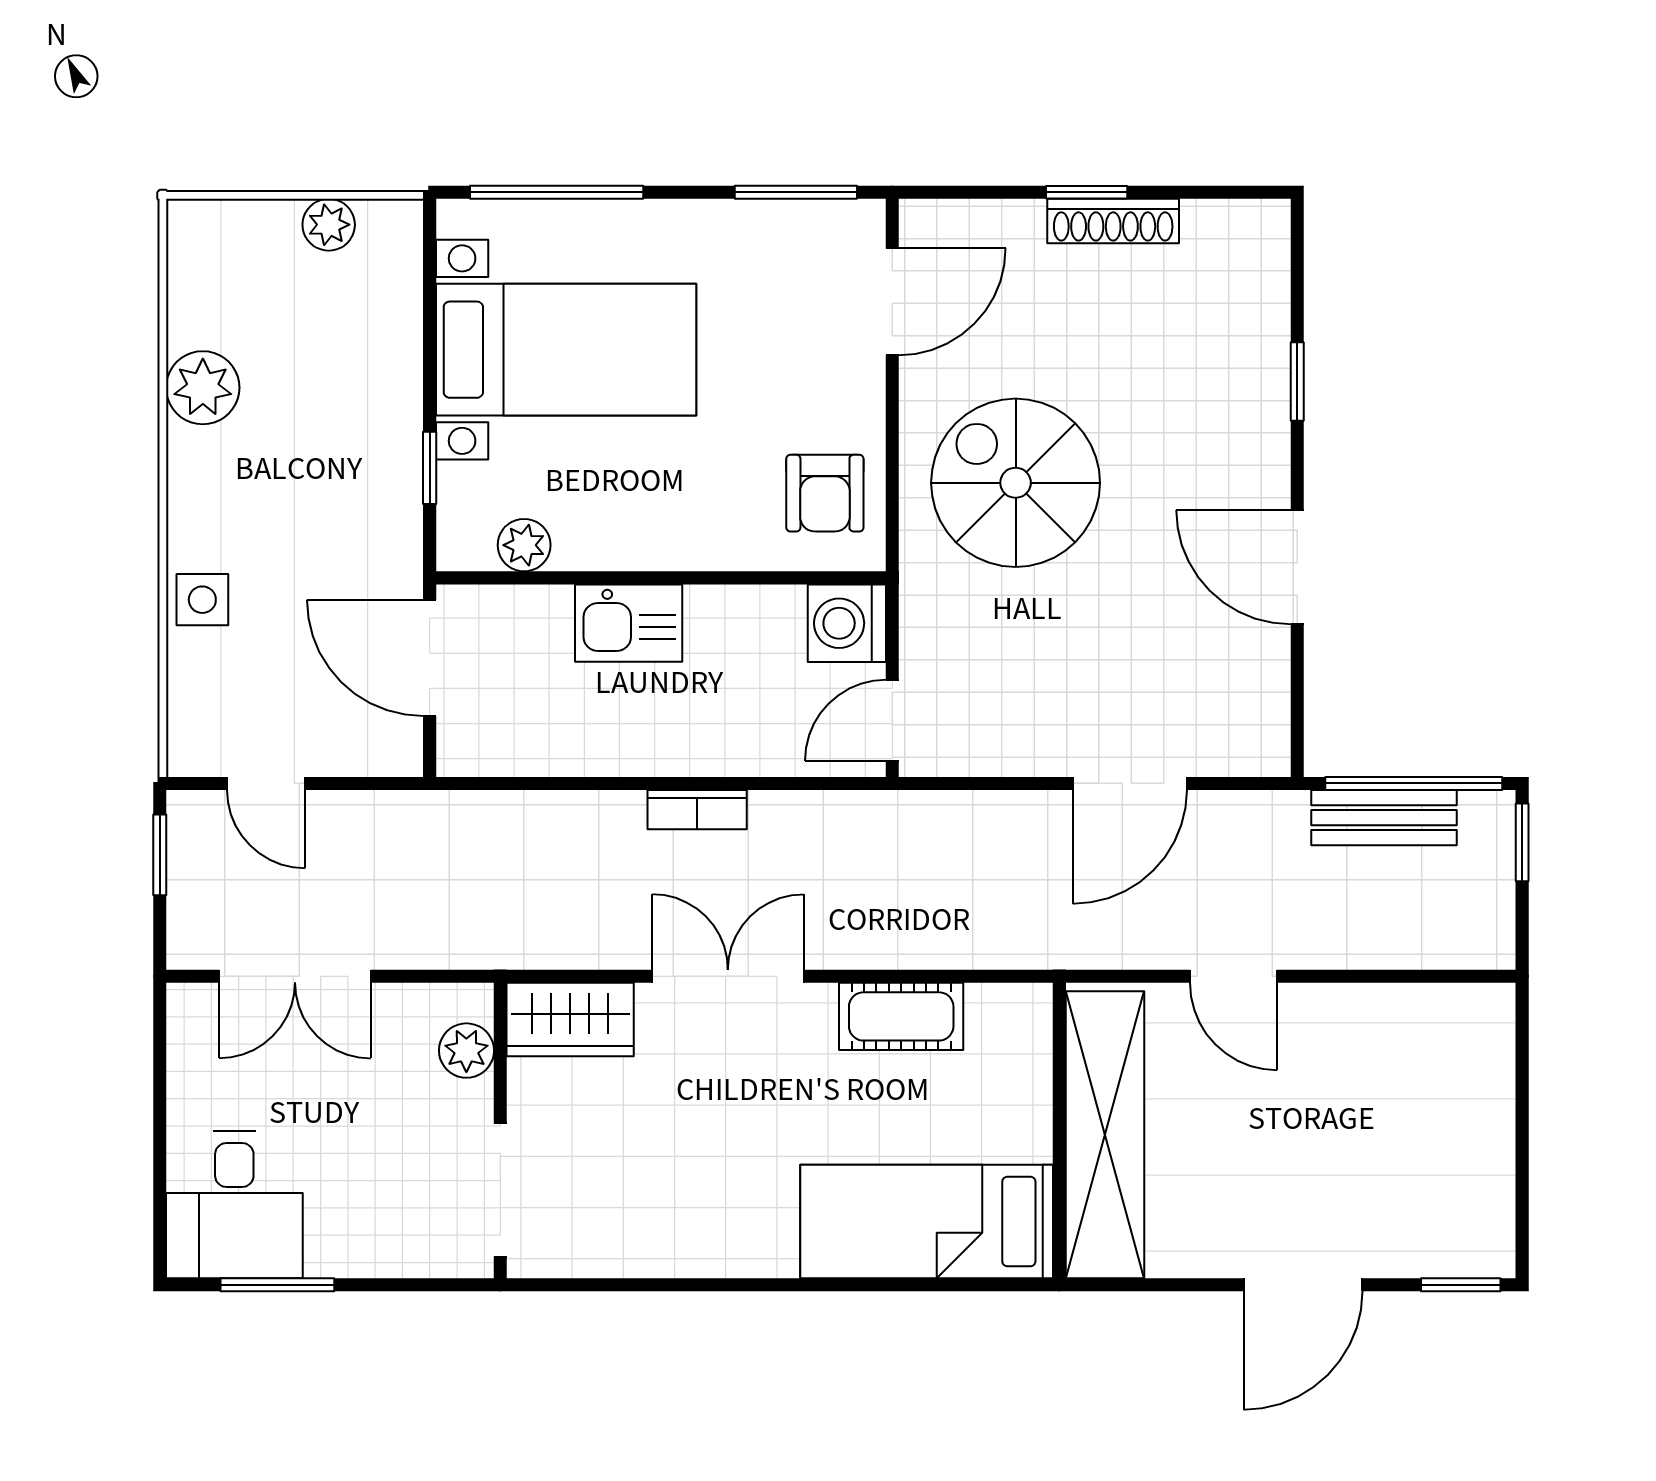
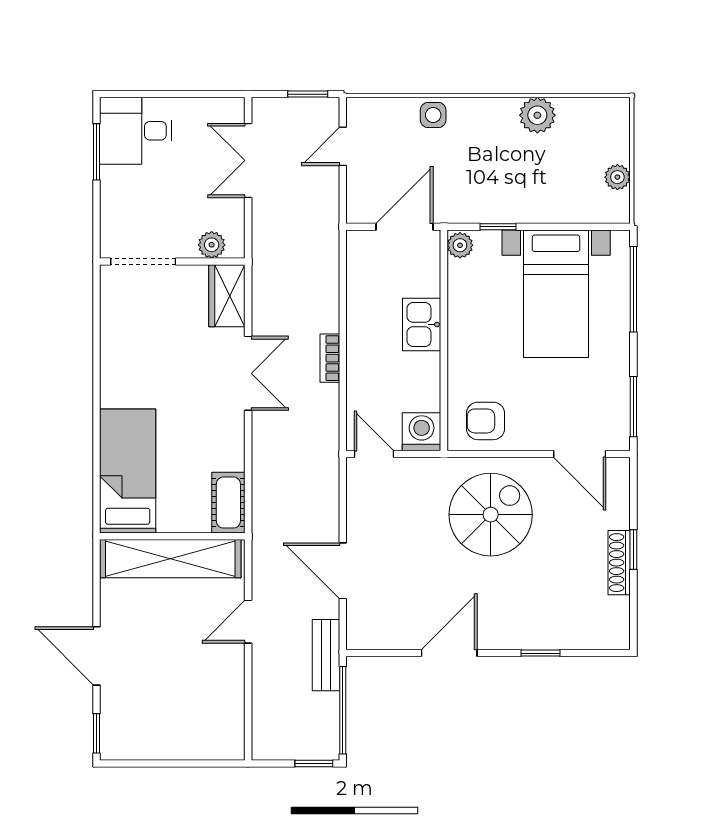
plant: (524, 545) -> (460, 245), moved
bench: (1384, 818) -> (326, 655), moved
cot: (901, 1016) -> (228, 503), moved

